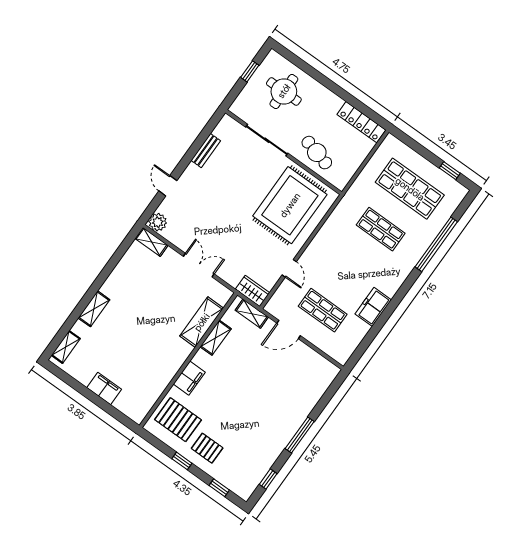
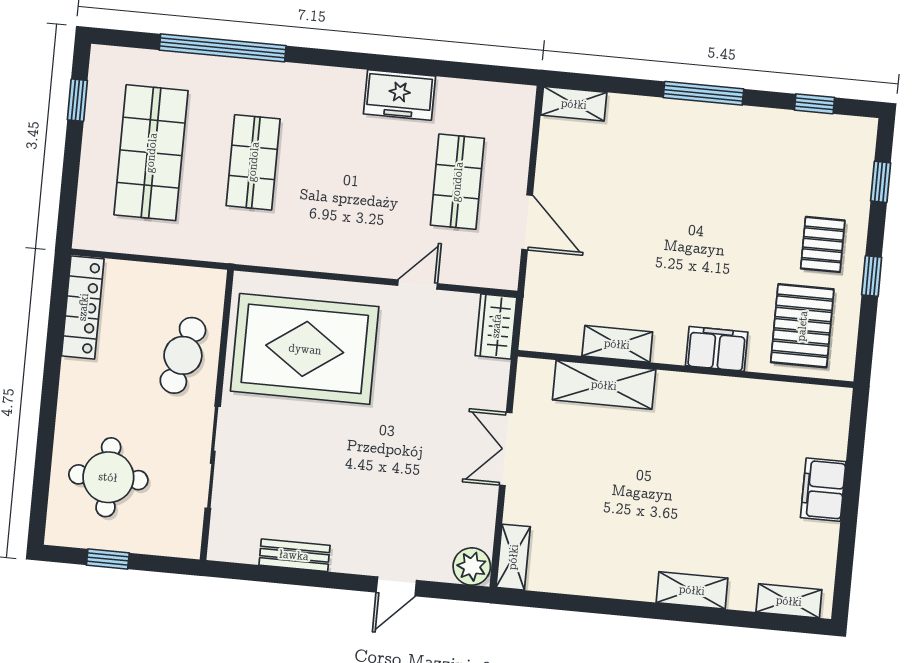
shelving: (252, 314) -> (574, 104), moved, turned 90

